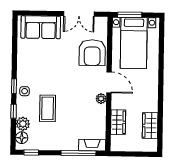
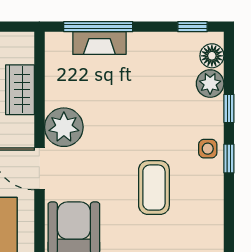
plant: (101, 99) -> (64, 127), width x1.87, depth x1.87
coffee table: (48, 108) -> (154, 188), moved
fireplace: (92, 145) -> (99, 43), moved

